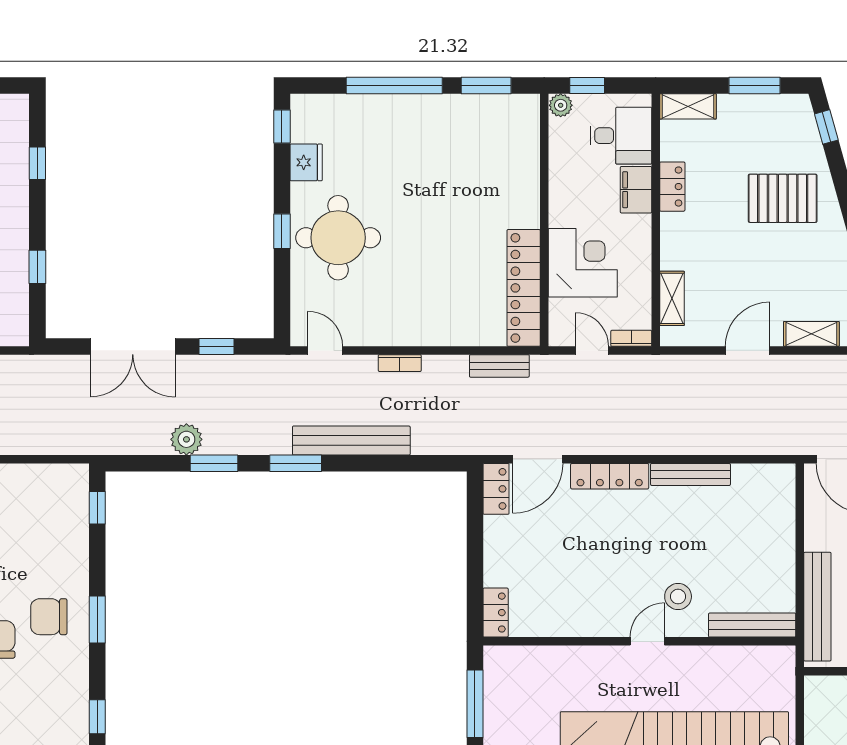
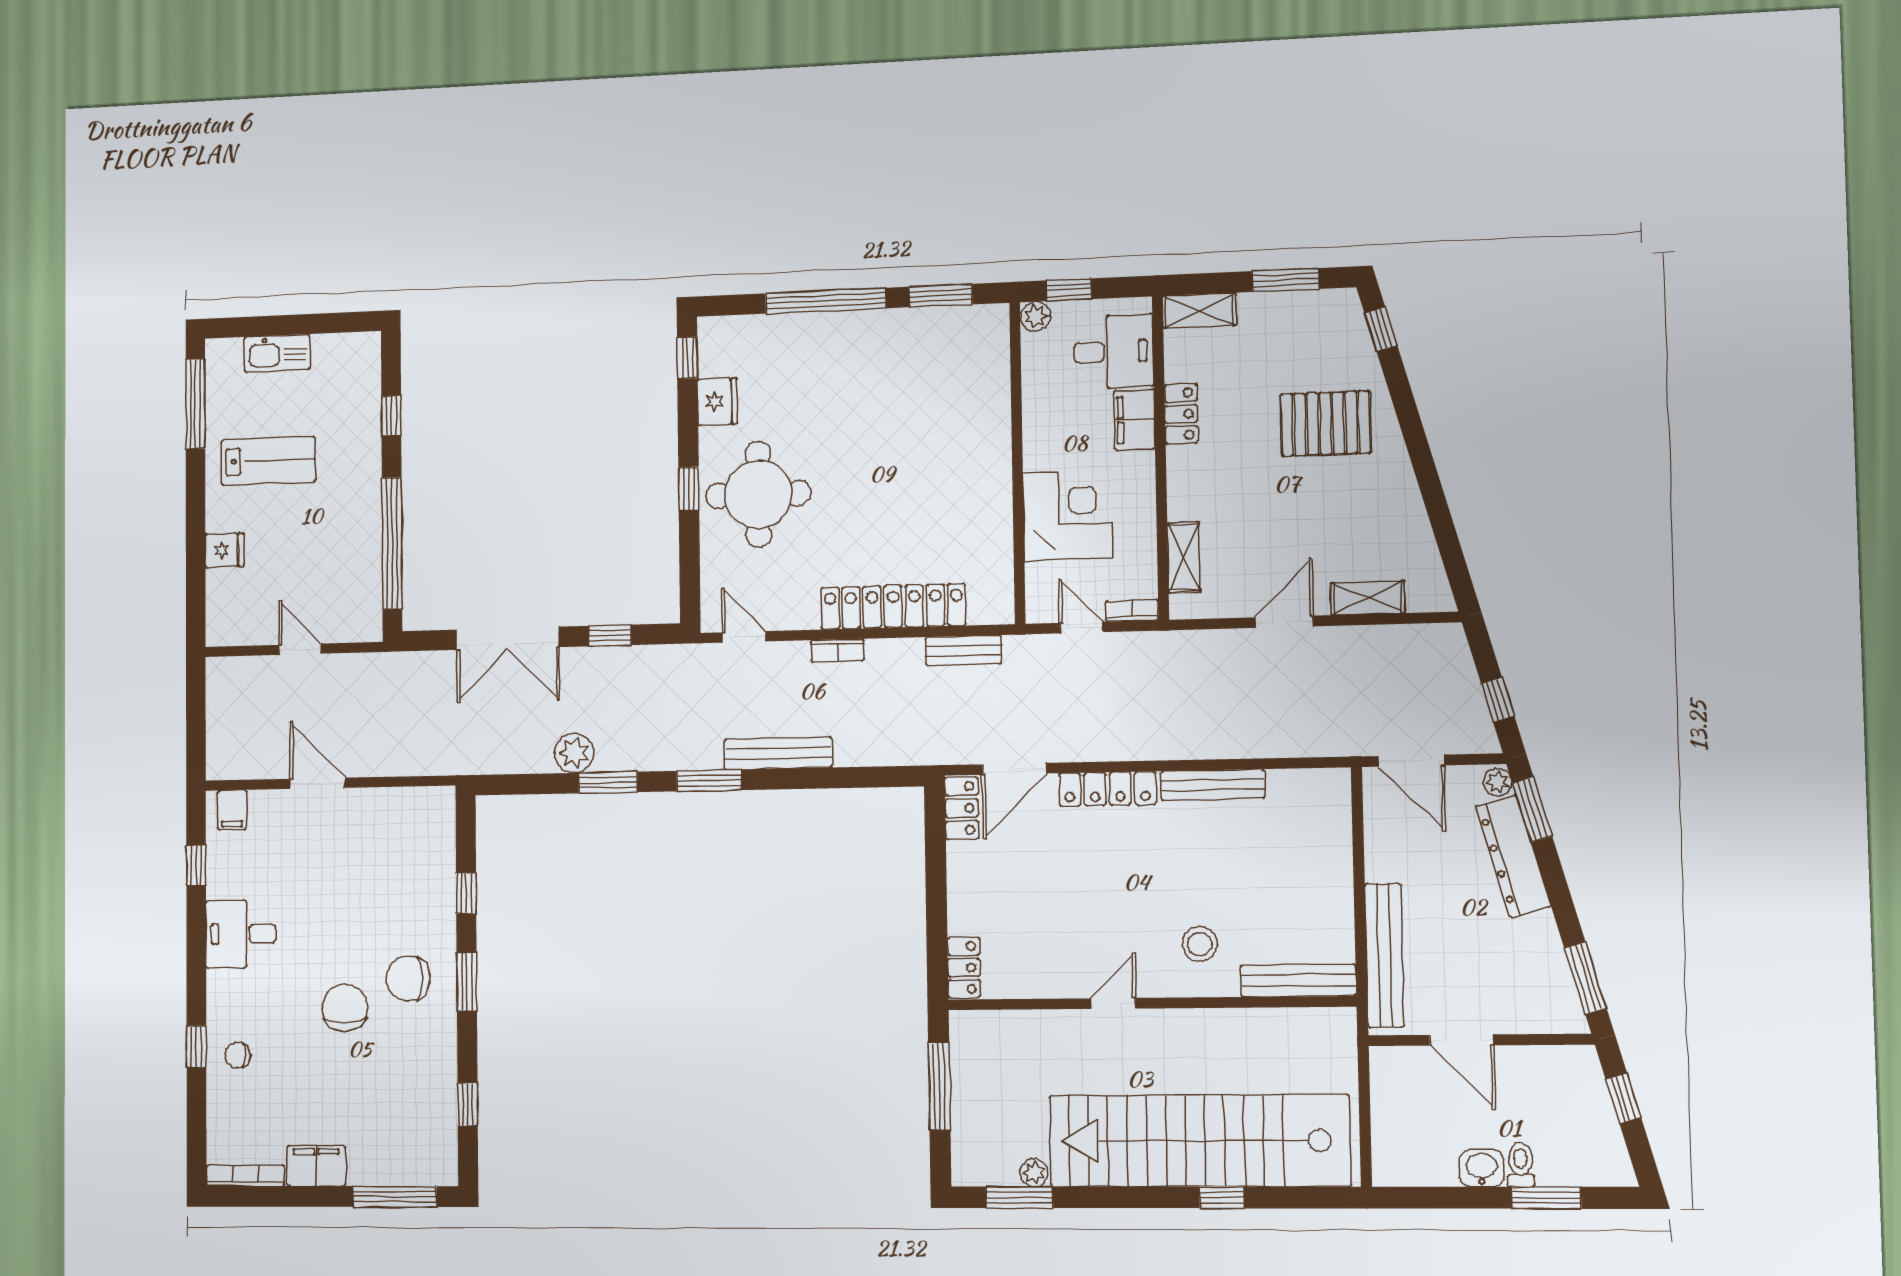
window: (37, 267) -> (392, 543), width x3.17
locker: (524, 288) -> (893, 607), moved, turned 90
bench: (351, 441) -> (778, 753), width x0.73, depth x0.82
window: (97, 508) -> (466, 893), moved
door: (647, 641) -> (1113, 1003), moved

